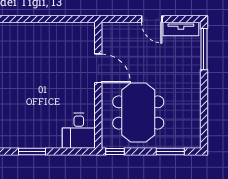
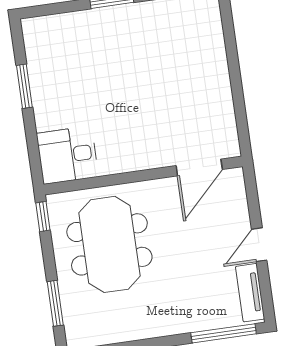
door: (98, 68) -> (199, 168), moved
meeting table: (138, 112) -> (109, 244), turned 90

